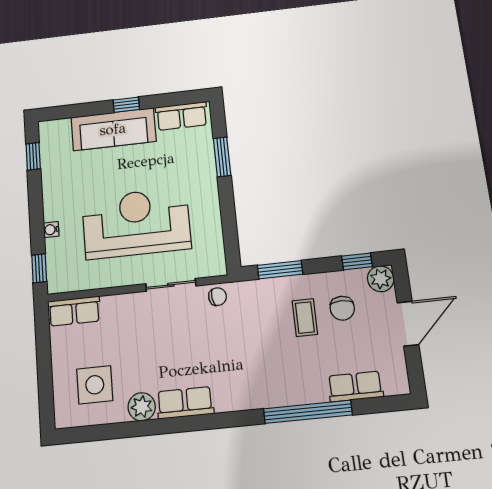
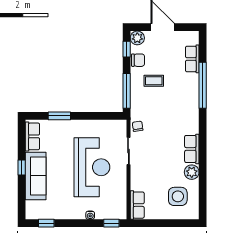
reception desk: (136, 223) -> (92, 167), turned 180
window: (280, 270) -> (127, 91), width x1.44
chair: (342, 308) -> (138, 60), moved

